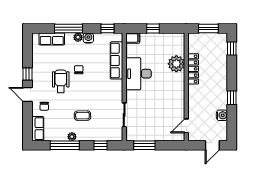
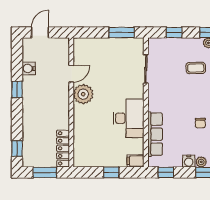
plant: (176, 64) -> (83, 94), moved
locker: (193, 69) -> (63, 148), moved
door: (186, 126) -> (71, 74), moved

